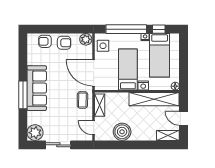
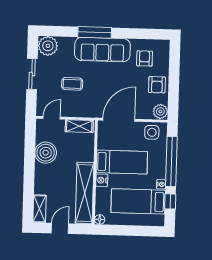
armchair: (45, 41) -> (145, 58), moved
coffee table: (82, 100) -> (72, 84), moved

